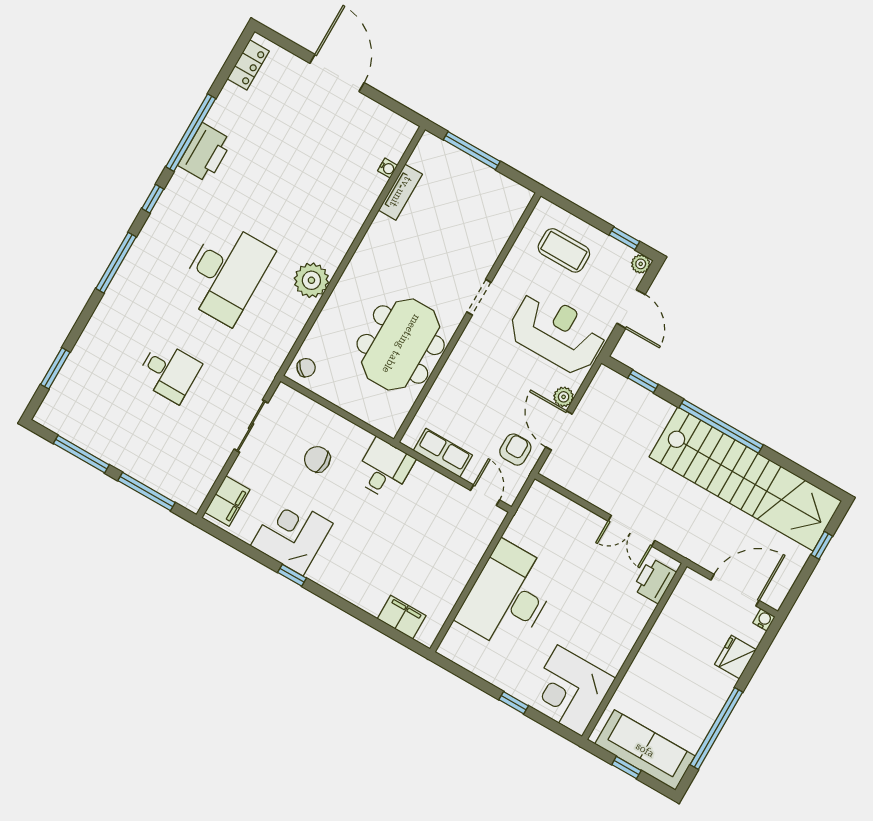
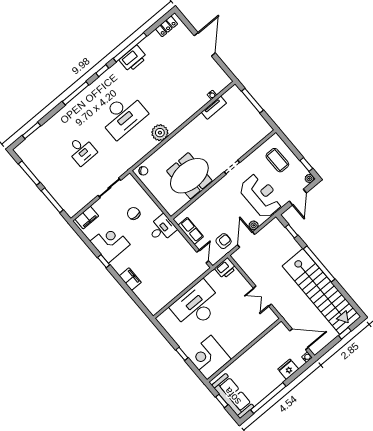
printer: (654, 581) -> (226, 268), moved, turned 180
filing cabinet: (402, 617) -> (130, 279), moved

